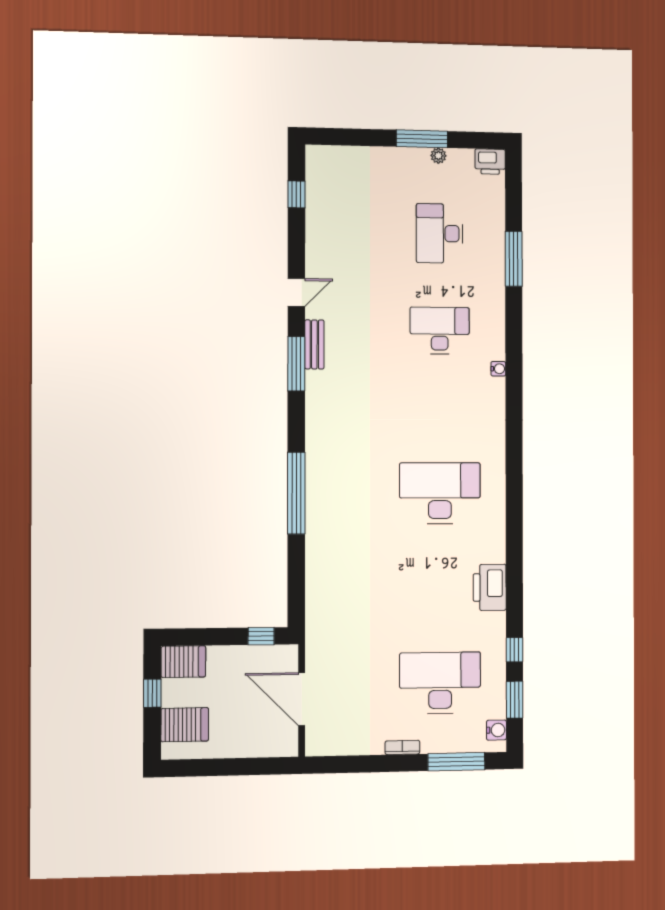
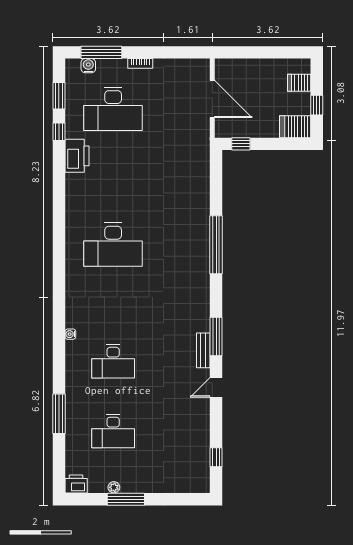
desk: (440, 233) -> (113, 431), turned 90
printer: (490, 587) -> (77, 156), moved
server rack: (185, 725) -> (299, 83), width x0.73, depth x0.70
water cooler: (496, 730) -> (88, 66), moved, turned 90

